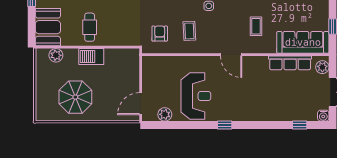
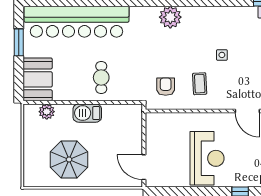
cafe table: (90, 27) -> (101, 78), moved
door: (141, 104) -> (144, 167), hinge flipped
plant: (165, 114) -> (172, 179), removed

